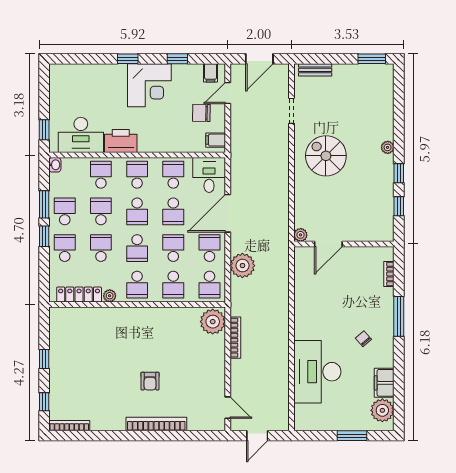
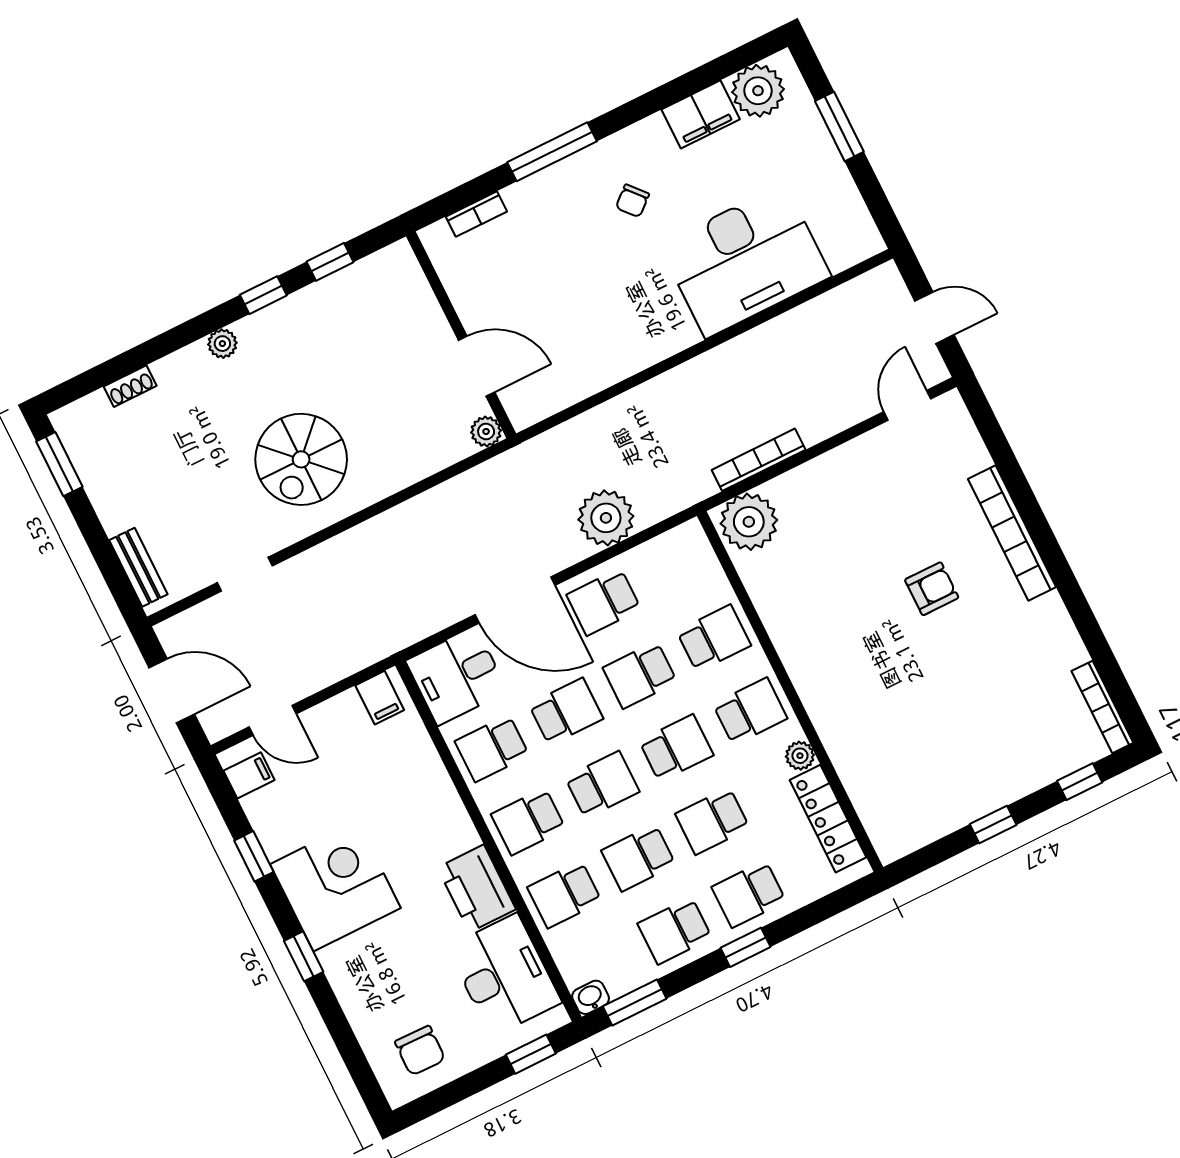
shoe rack: (389, 102) -> (130, 386), added
chair: (201, 113) -> (420, 1051), moved
window: (44, 204) -> (635, 1003), moved
school desk: (210, 285) -> (678, 565), removed

